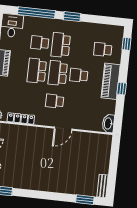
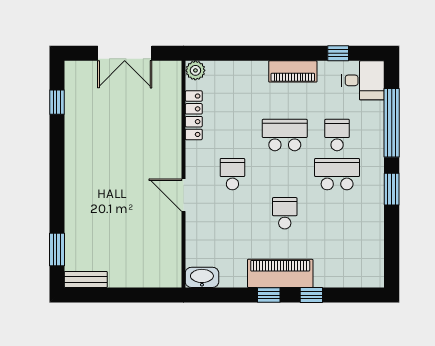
window: (127, 44) -> (311, 295), moved
school desk: (103, 50) -> (337, 252), removed
school desk: (58, 73) -> (285, 174), removed

